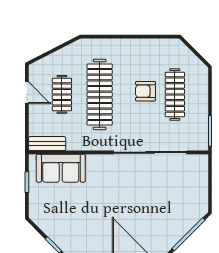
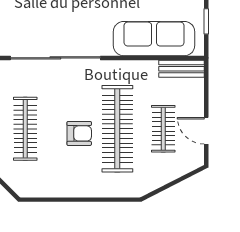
armchair: (145, 91) -> (79, 133), moved
sofa: (61, 168) -> (154, 39), width x1.36

